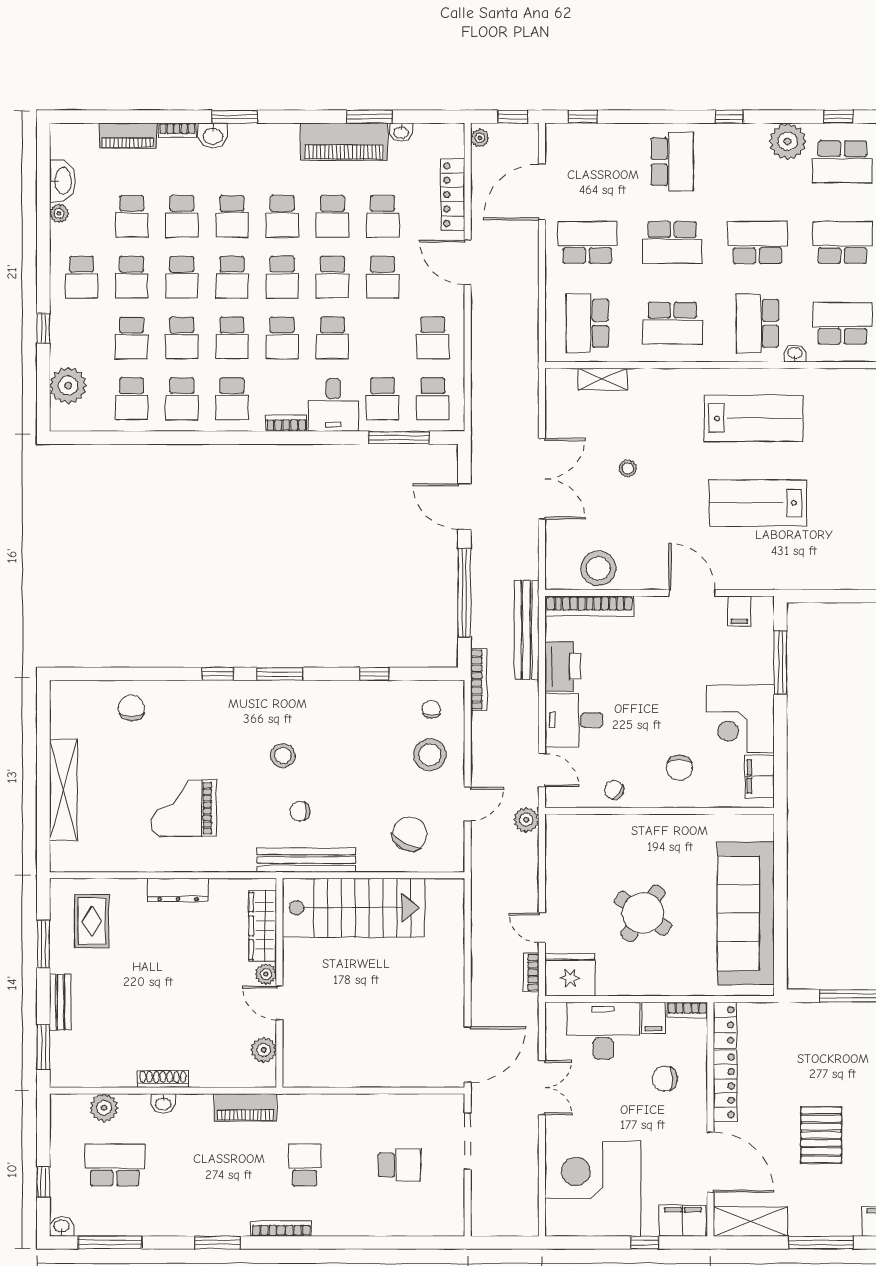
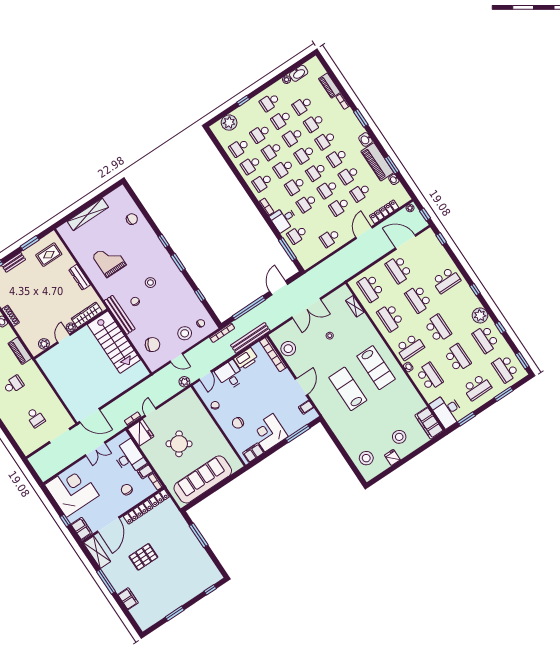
washbasin: (213, 136) -> (366, 140), moved
school desk: (587, 242) -> (399, 269), turned 180
school desk: (587, 323) -> (371, 288), turned -90
school desk: (757, 323) -> (410, 347), turned 180
school desk: (433, 399) -> (309, 252), removed

